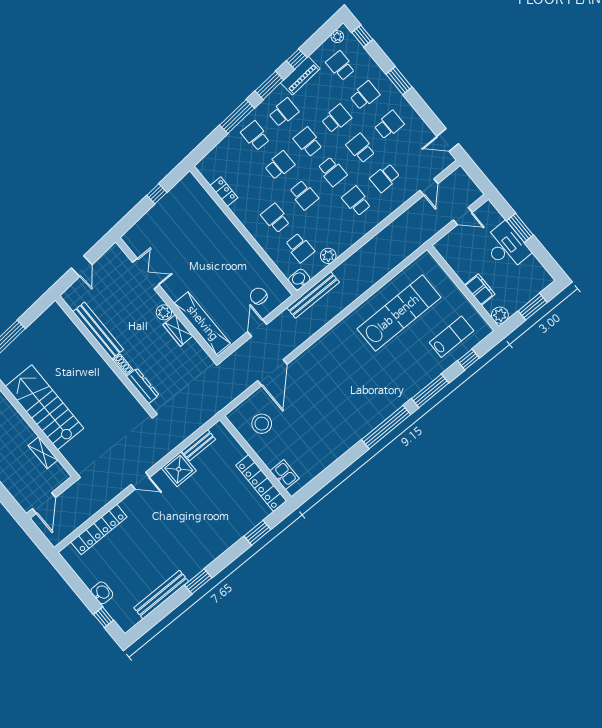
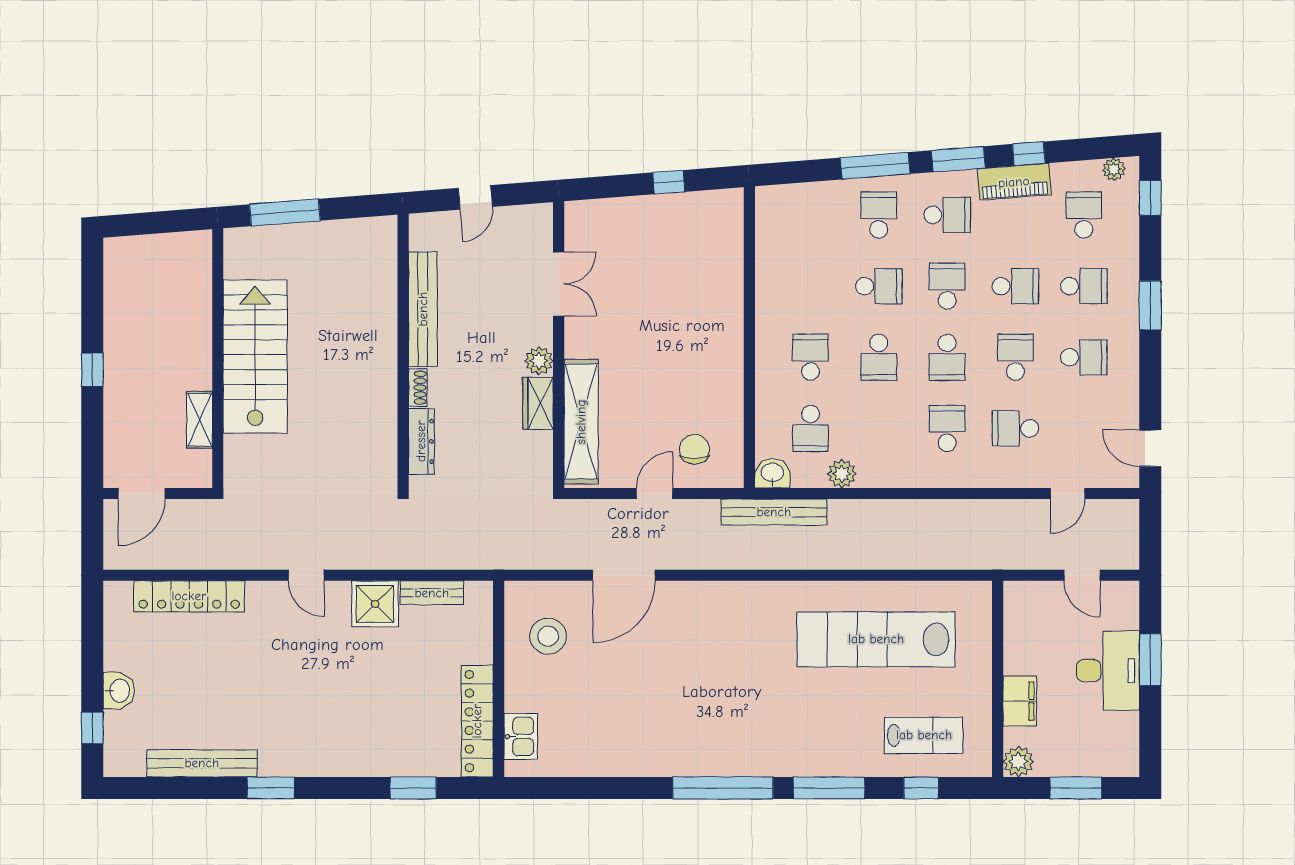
locker: (224, 192) -> (768, 258), removed
lab bench: (399, 313) -> (876, 639), turned 180

